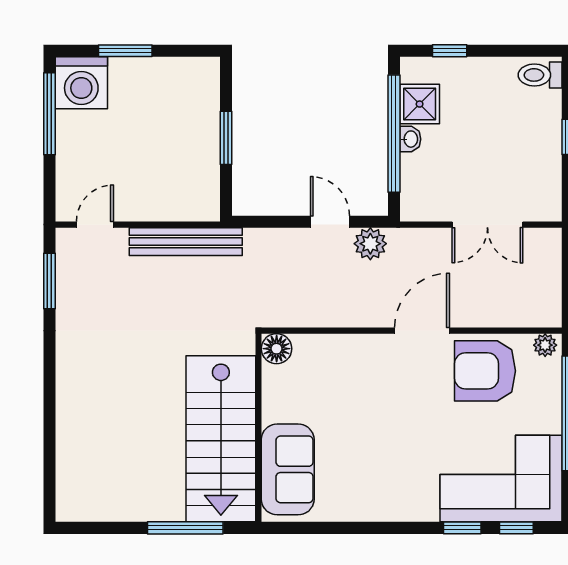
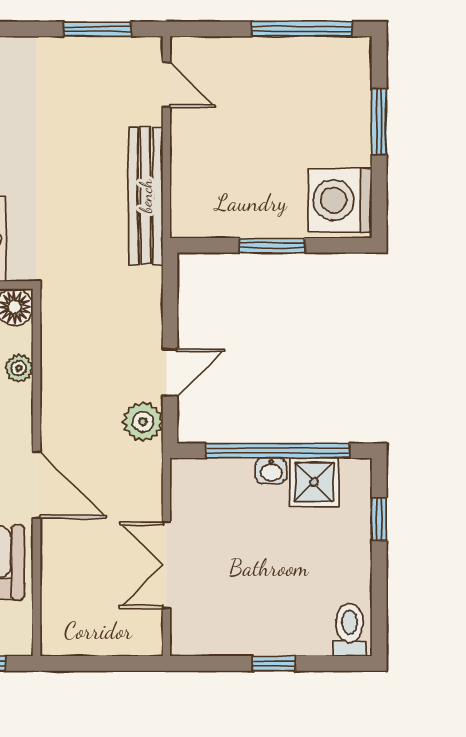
washing machine: (81, 83) -> (340, 200), moved
plant: (545, 345) -> (19, 368), moved

